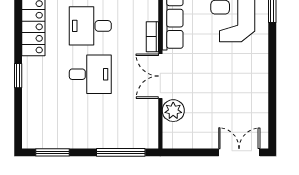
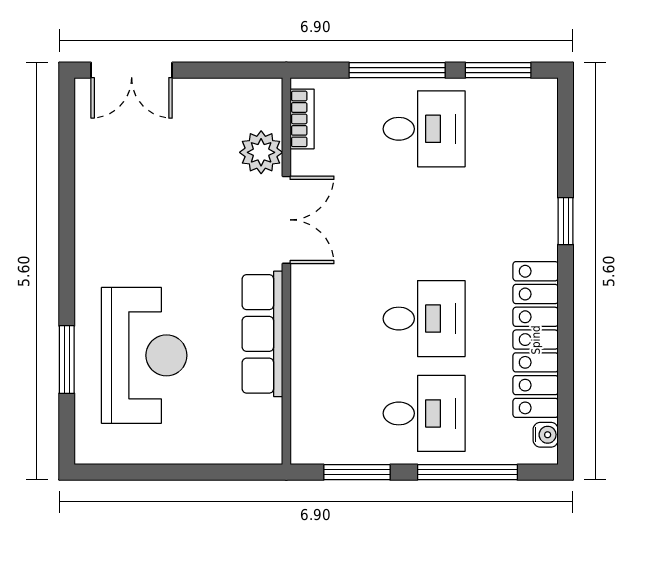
bookcase: (152, 37) -> (302, 119), moved
desk: (90, 74) -> (424, 129), moved, turned 180
window: (121, 152) -> (397, 70), moved

